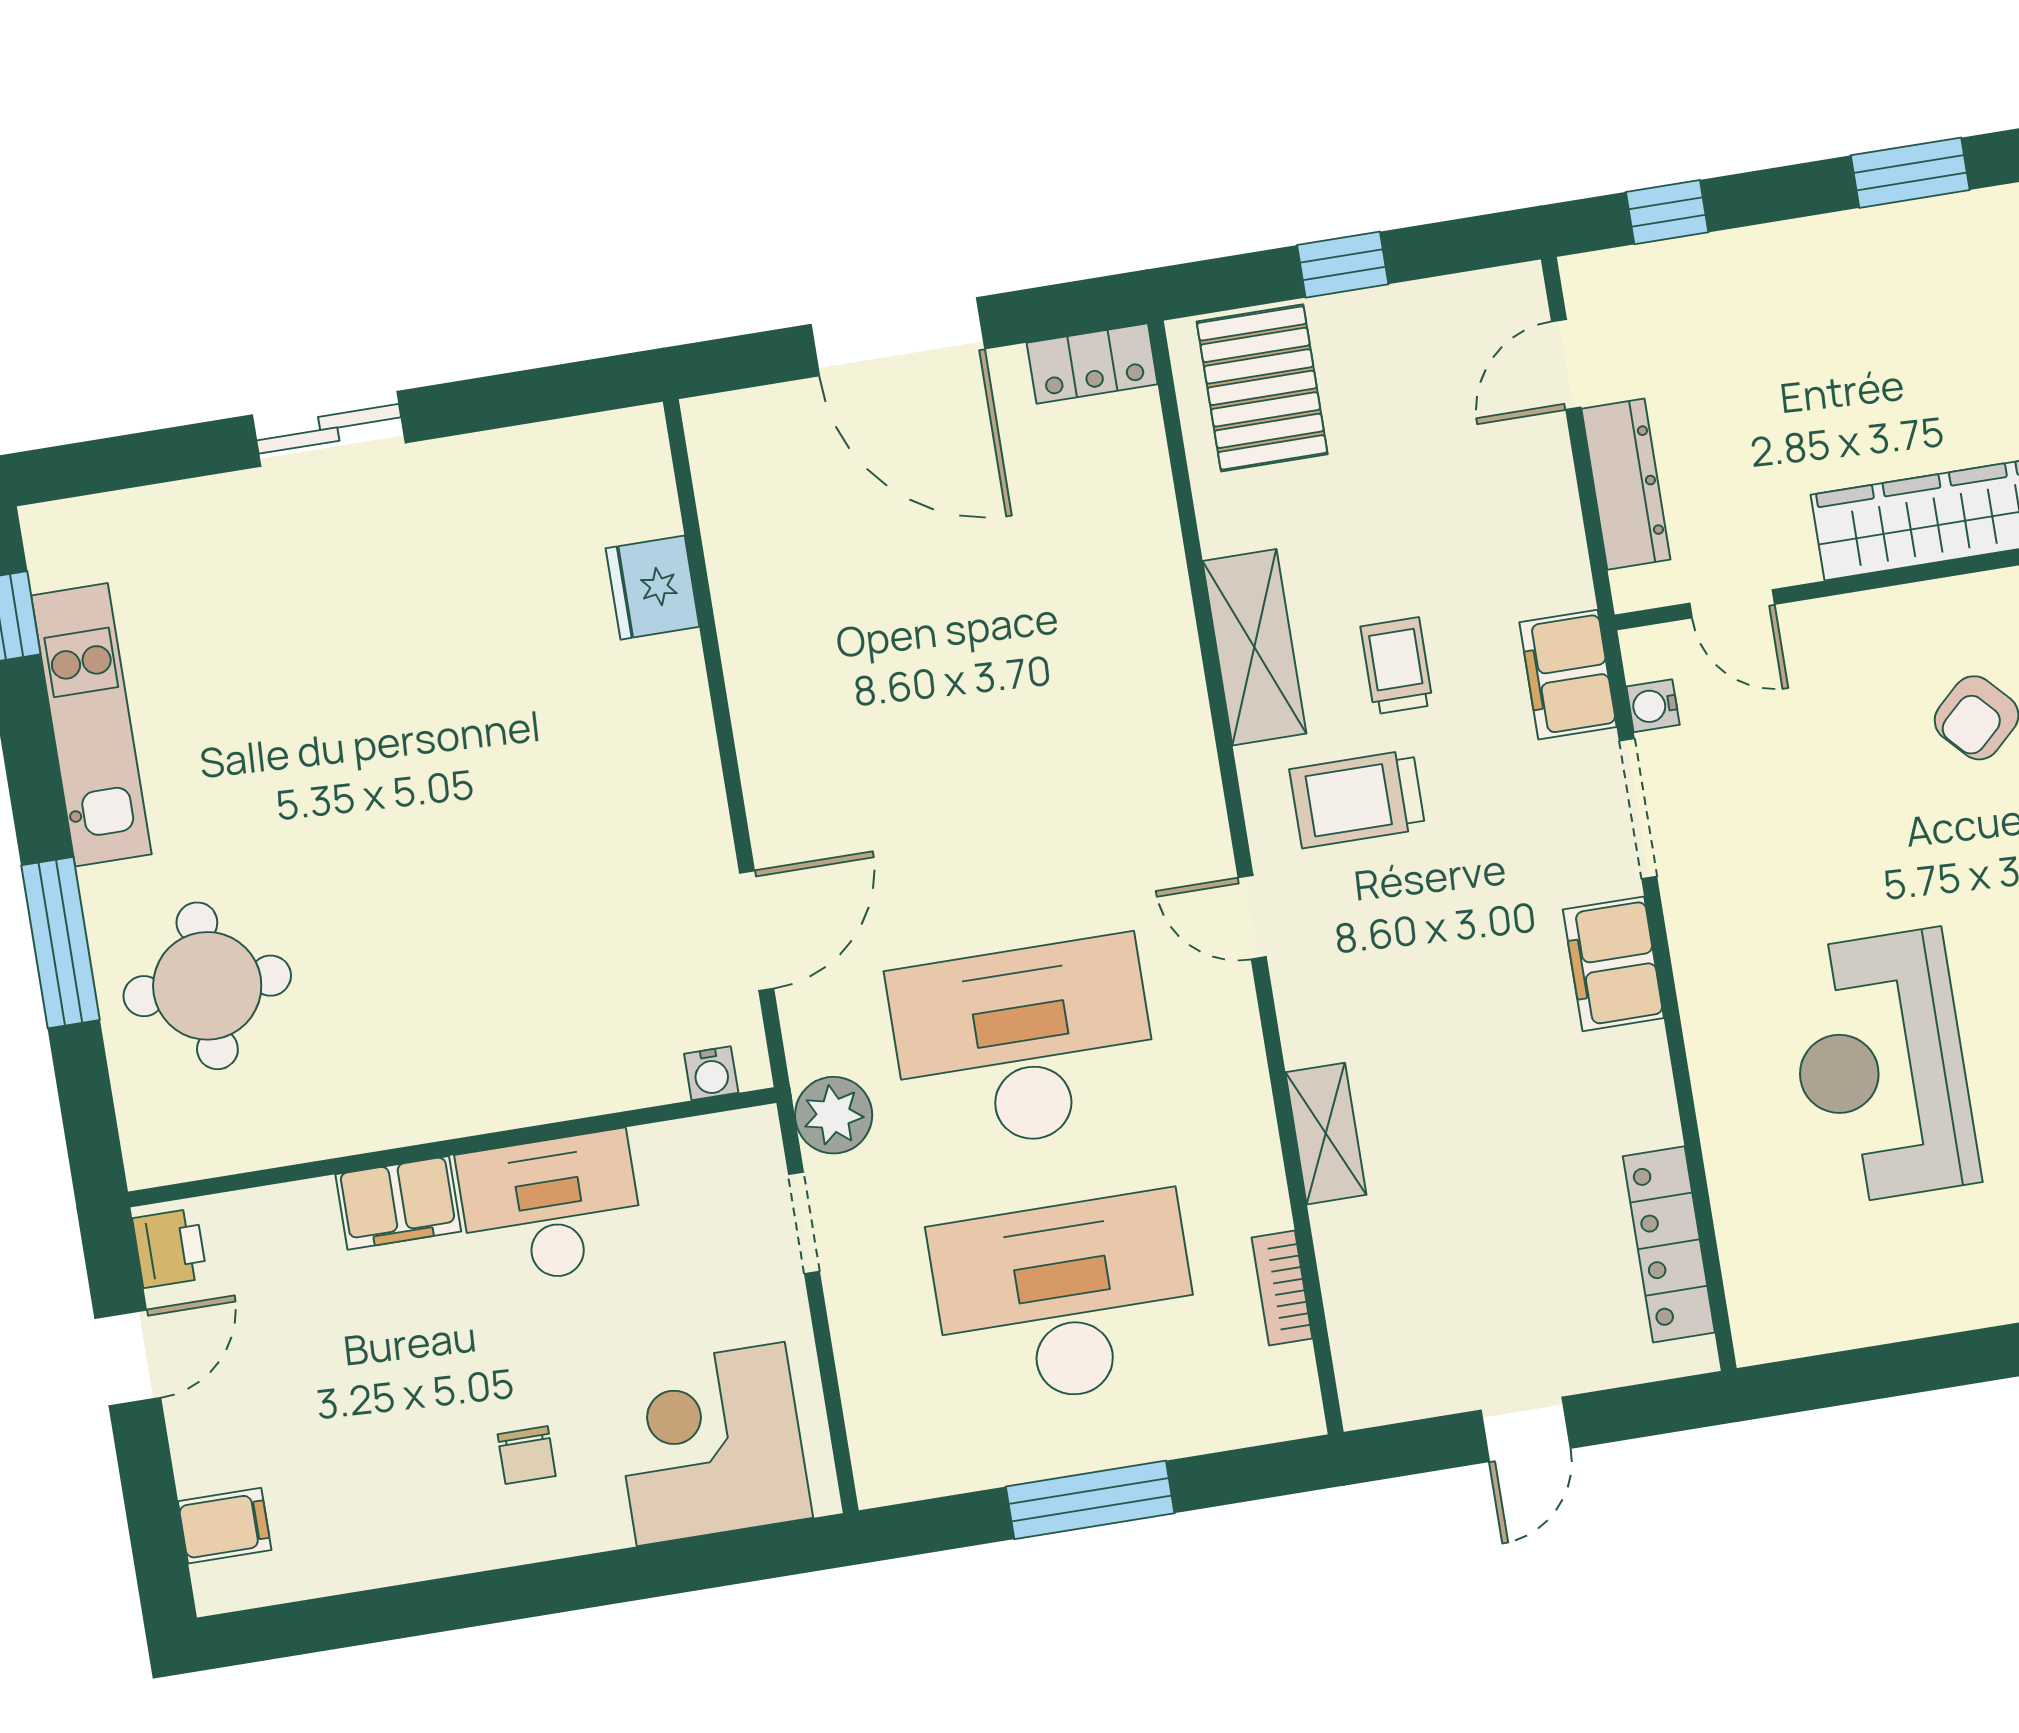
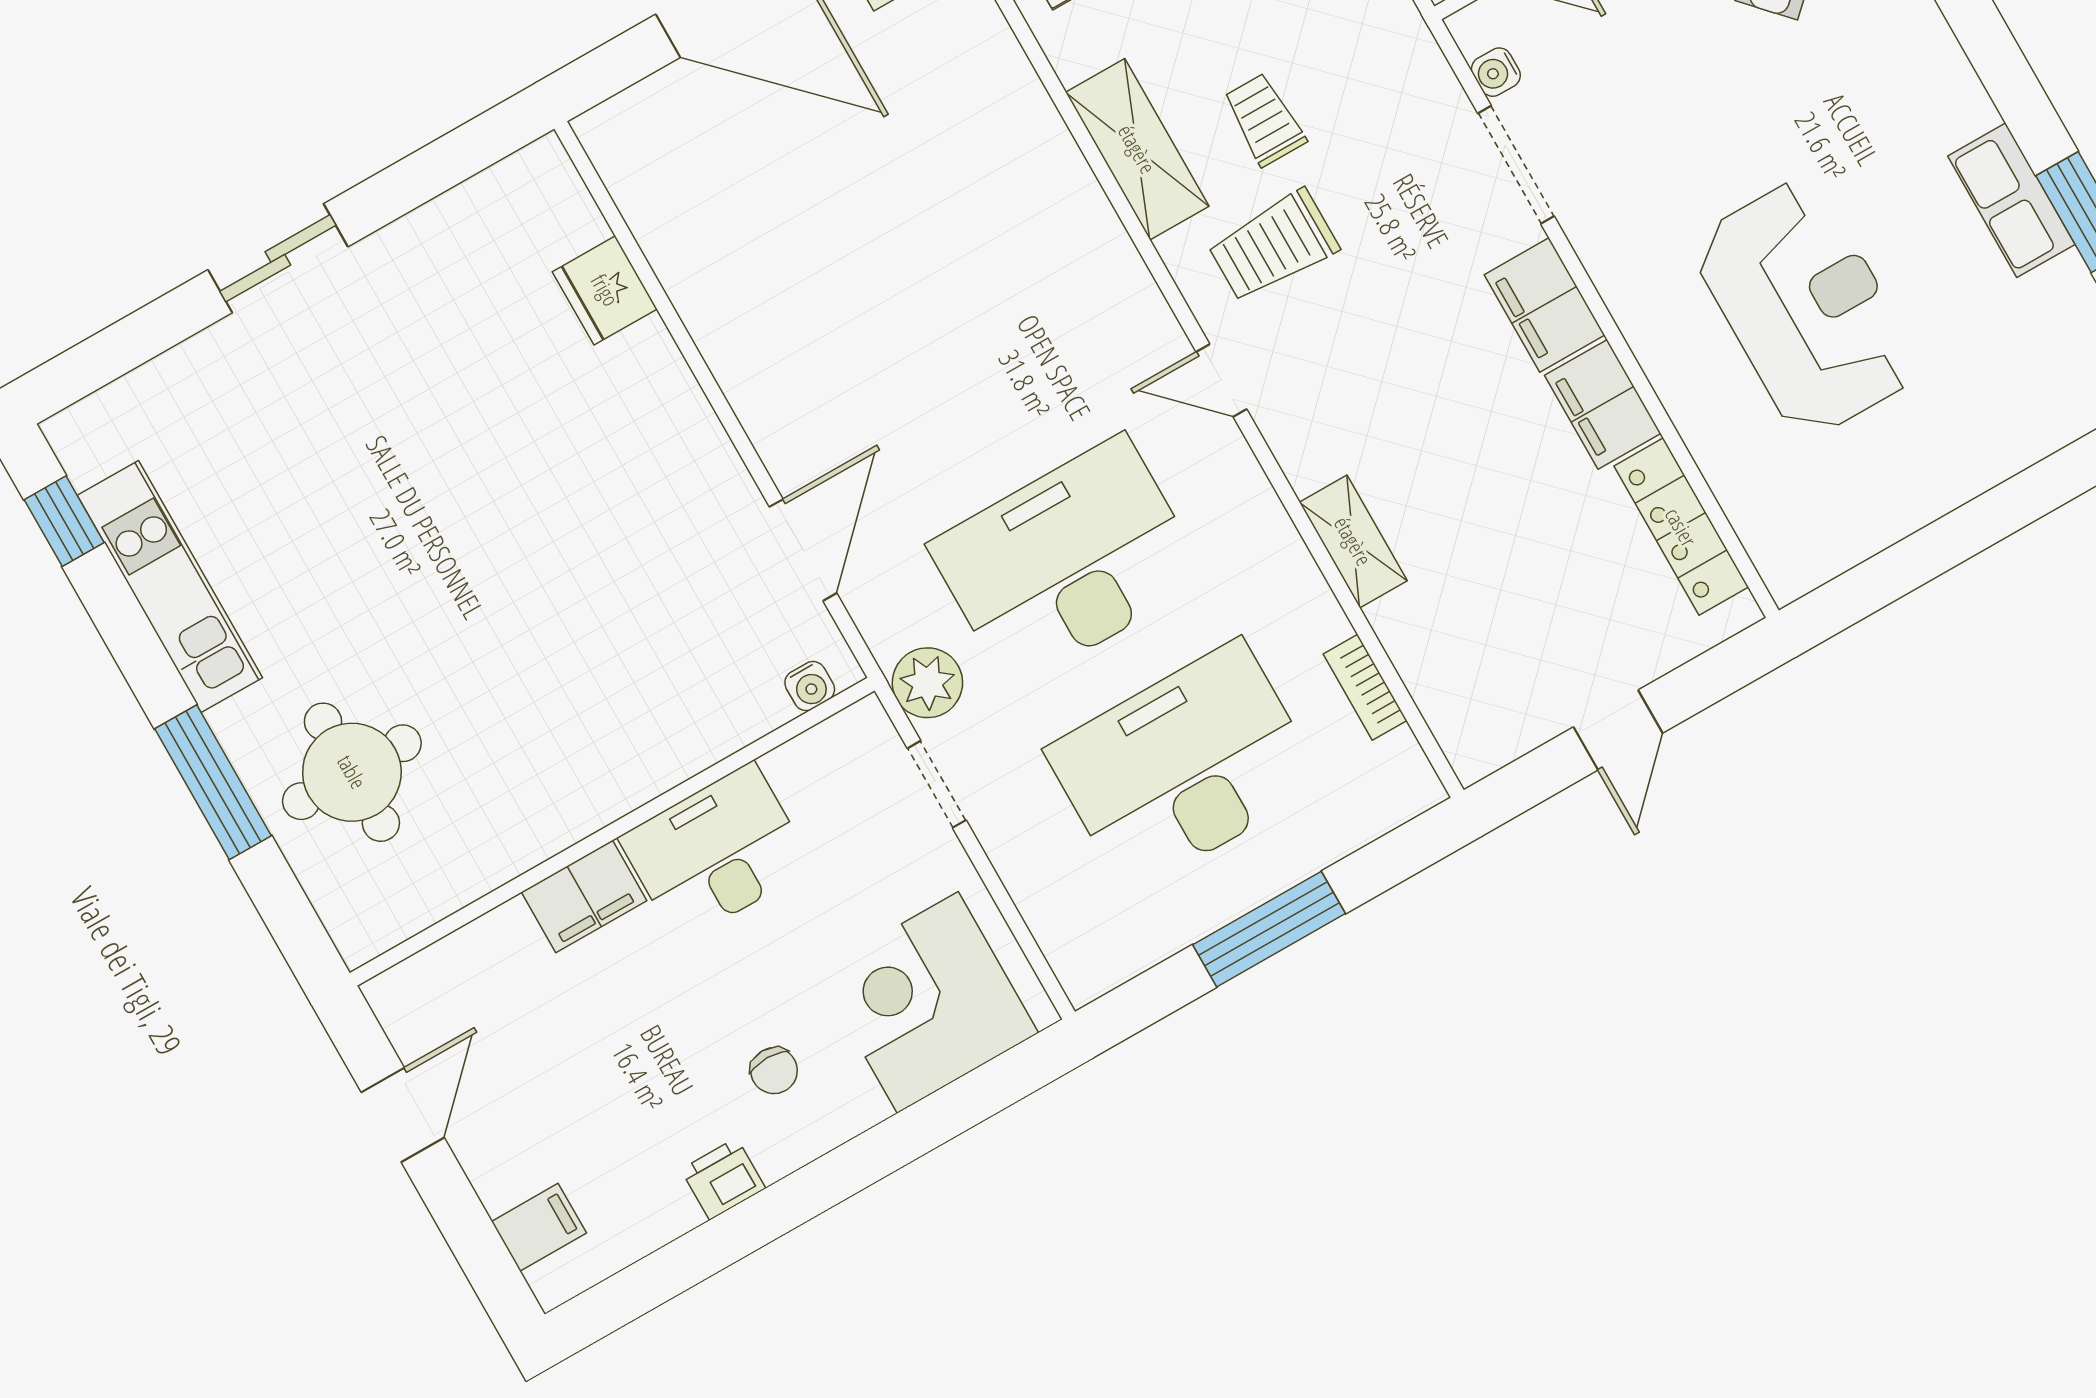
filing cabinet: (1568, 675) -> (1603, 404), moved
reception desk: (1881, 1067) -> (1806, 308), turned 180
printer: (170, 1248) -> (723, 1179), moved, turned -90

